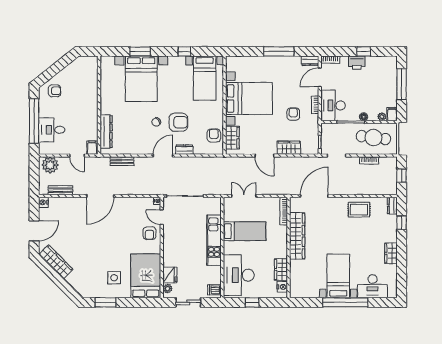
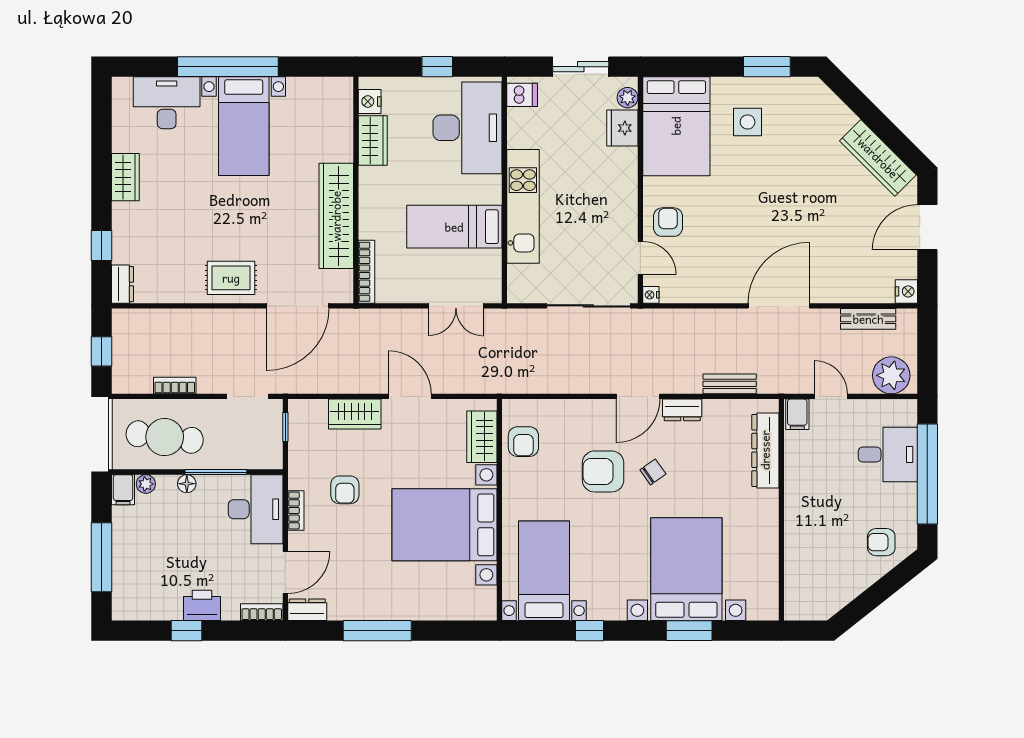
dresser: (184, 150) -> (682, 410), moved
rug: (359, 210) -> (231, 278), moved

